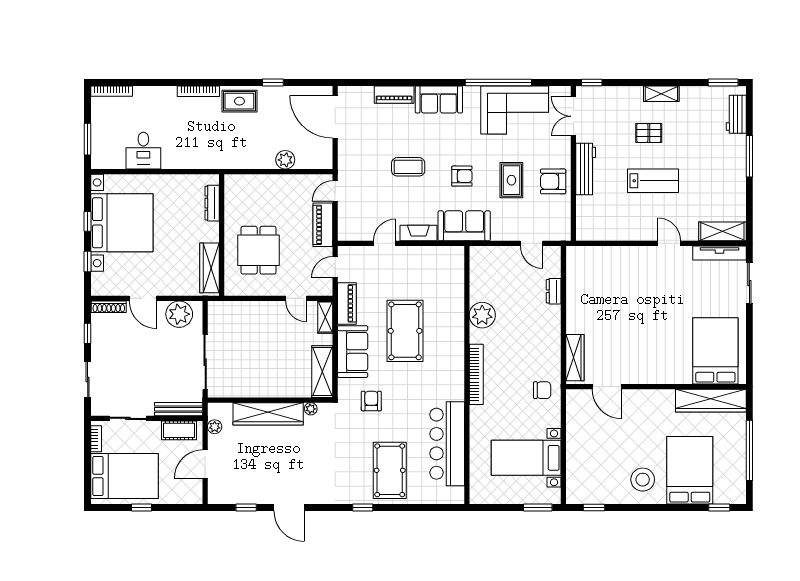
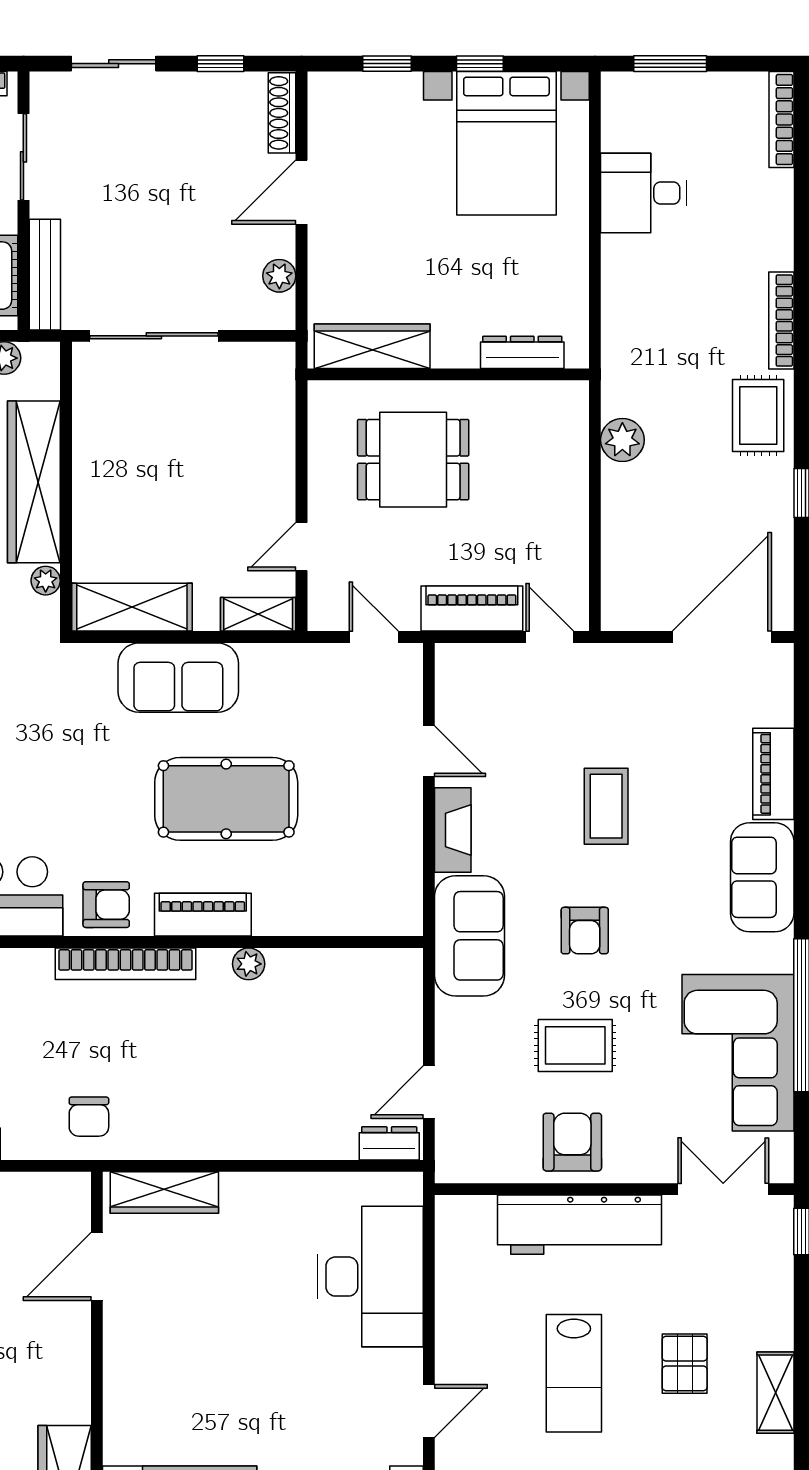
plant: (285, 160) -> (622, 440), moved
workbench: (586, 169) -> (580, 1225), width x1.36, depth x1.32
bed with nightstands: (122, 223) -> (506, 143), width x0.73
desk: (611, 269) -> (370, 1277), added
dresser: (554, 291) -> (389, 1143), moved
piano: (347, 303) -> (203, 915), moved, turned 180
plant: (179, 314) -> (279, 276), width x0.53, depth x0.53
plant: (482, 315) -> (249, 964), width x0.53, depth x0.53
armchair: (371, 401) -> (106, 905), moved

